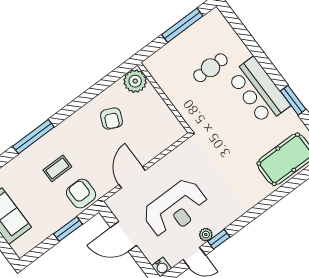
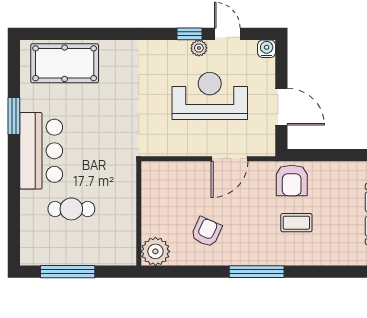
window: (33, 137) -> (257, 272), moved
window: (68, 229) -> (331, 155), removed

